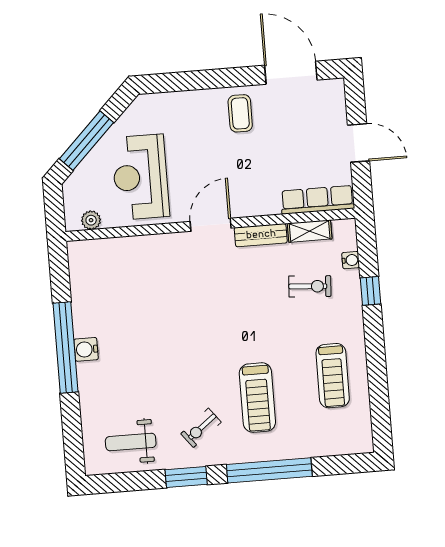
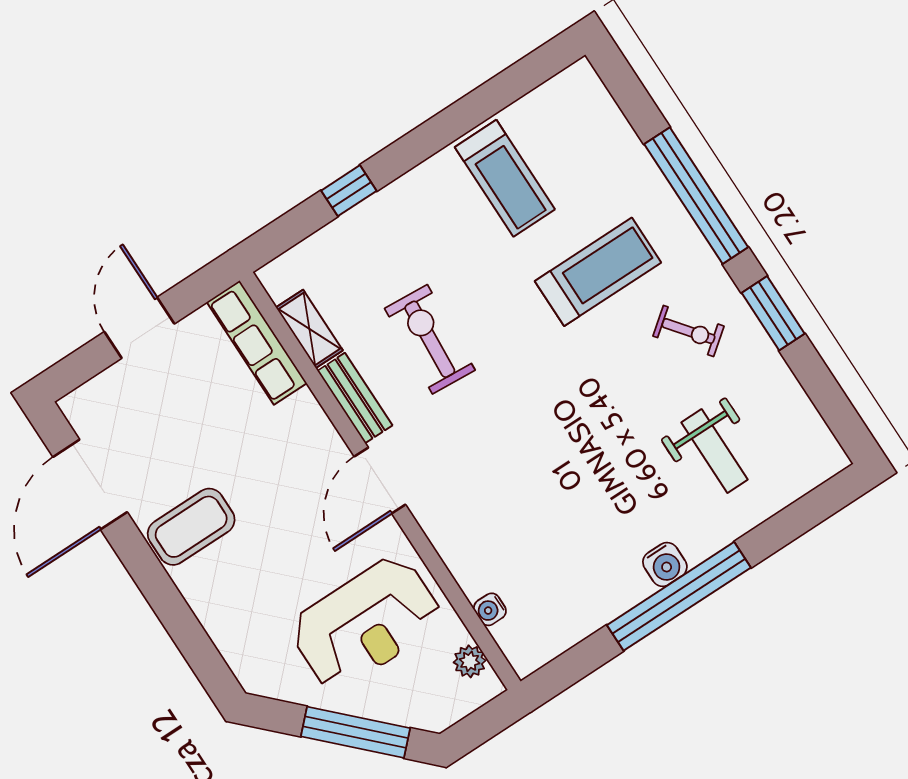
coffee table: (240, 113) -> (191, 527), width x1.36, depth x1.30
door: (211, 225) -> (380, 481), hinge flipped
water cooler: (351, 260) -> (490, 609), moved, turned -90
exercise bike: (310, 286) -> (430, 339), moved, width x1.38, depth x1.39
treadmill: (333, 376) -> (505, 178), turned 90
weight bench: (131, 442) -> (714, 451), moved

